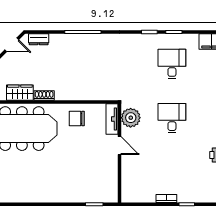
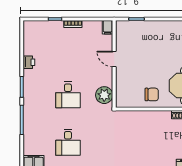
tv unit: (112, 119) -> (121, 94), removed
door: (119, 146) -> (114, 59), moved
filing cabinet: (127, 195) -> (108, 27), added

